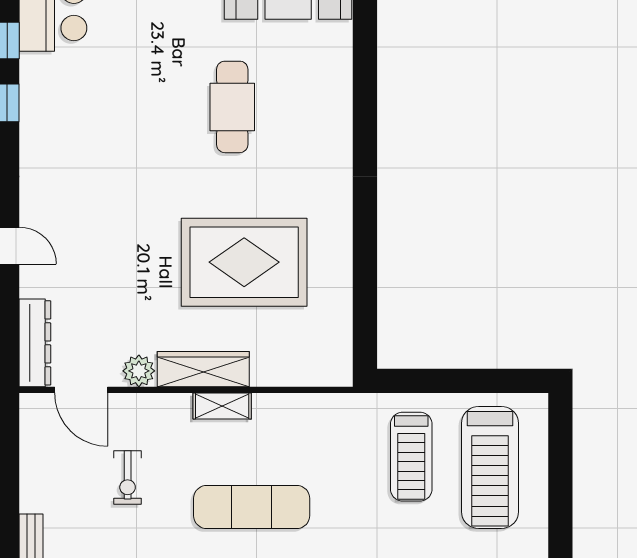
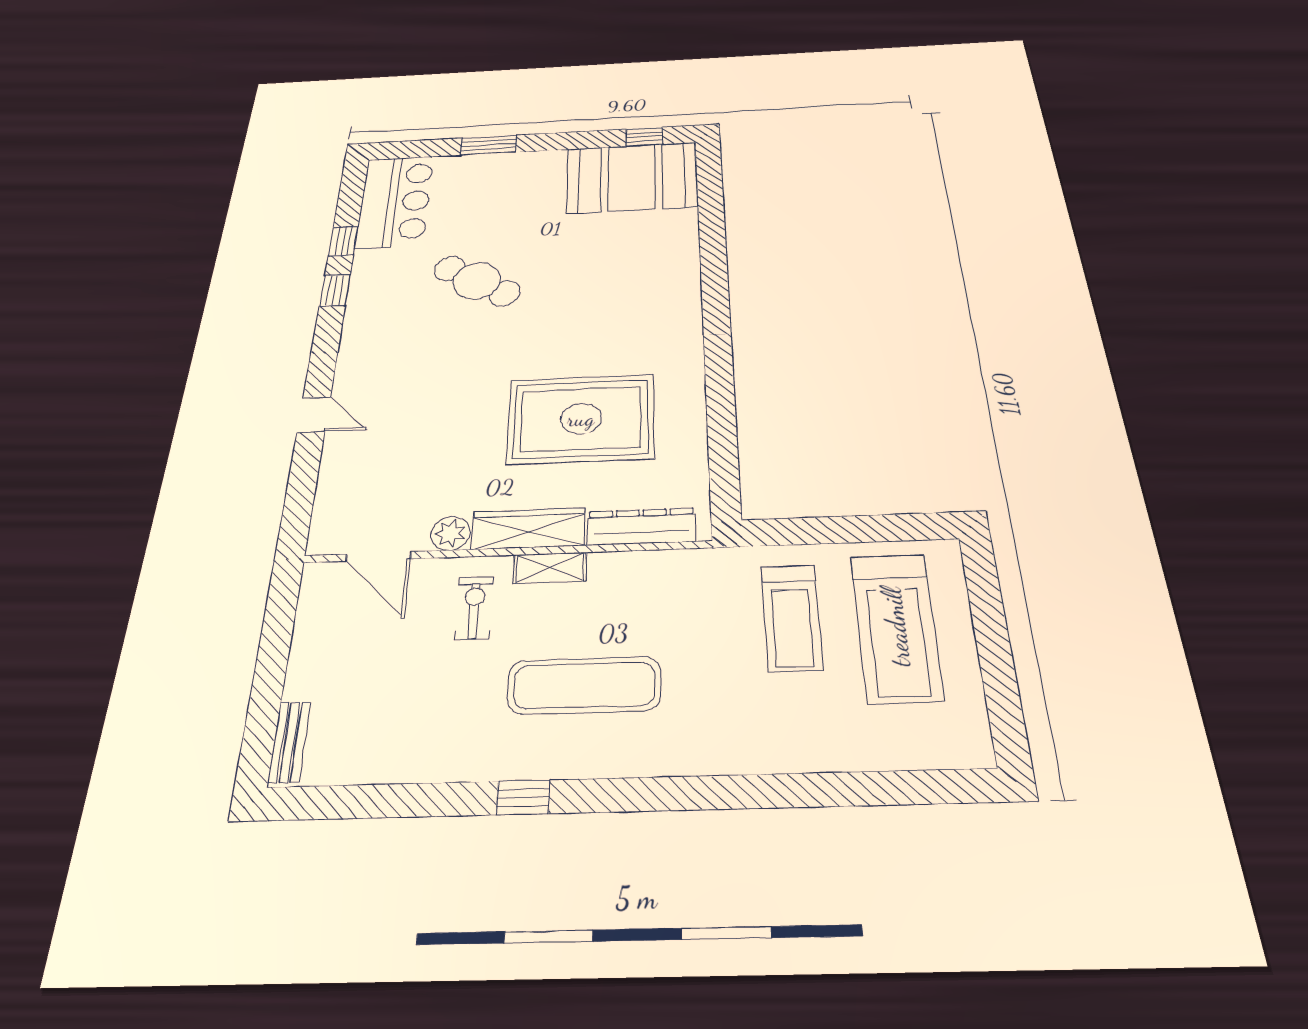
cafe table: (232, 107) -> (477, 281), moved, turned -58
dresser: (35, 343) -> (641, 527), moved, turned -90
exercise bike: (128, 478) -> (474, 608), moved, turned 180

